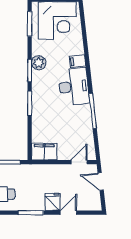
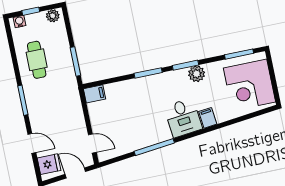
desk: (74, 87) -> (183, 118), width x0.73
filing cabinet: (44, 152) -> (95, 94), width x0.50
door: (101, 181) -> (75, 173), hinge flipped
fridge: (53, 202) -> (49, 164), moved

